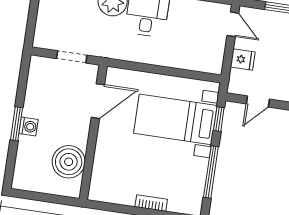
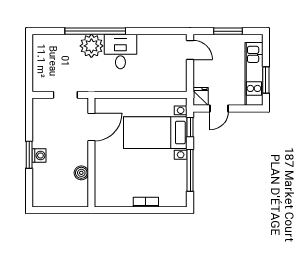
fridge: (243, 60) -> (201, 96), moved, turned -90
boiler: (69, 162) -> (81, 173), width x0.54, depth x0.54

